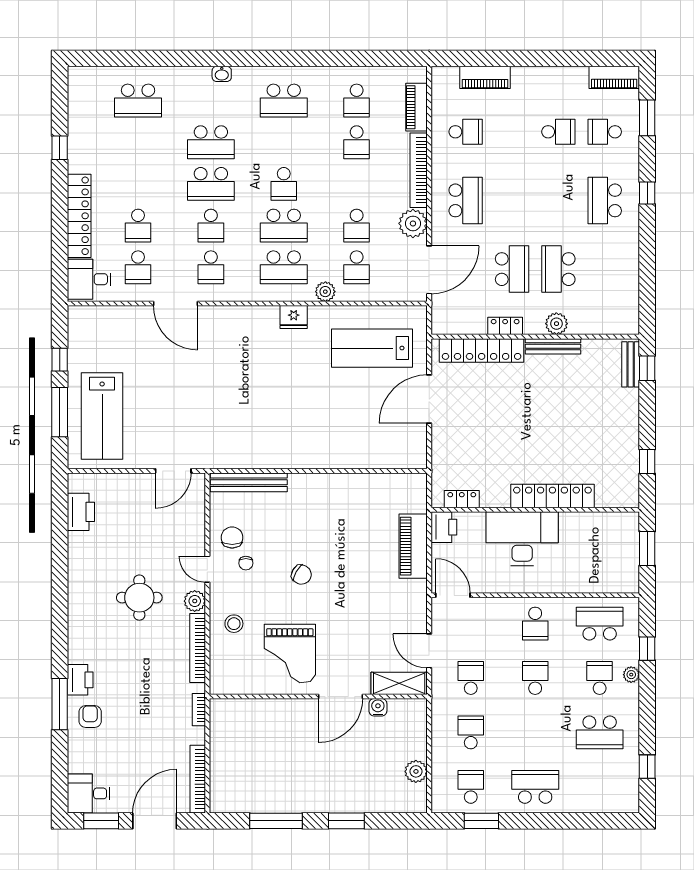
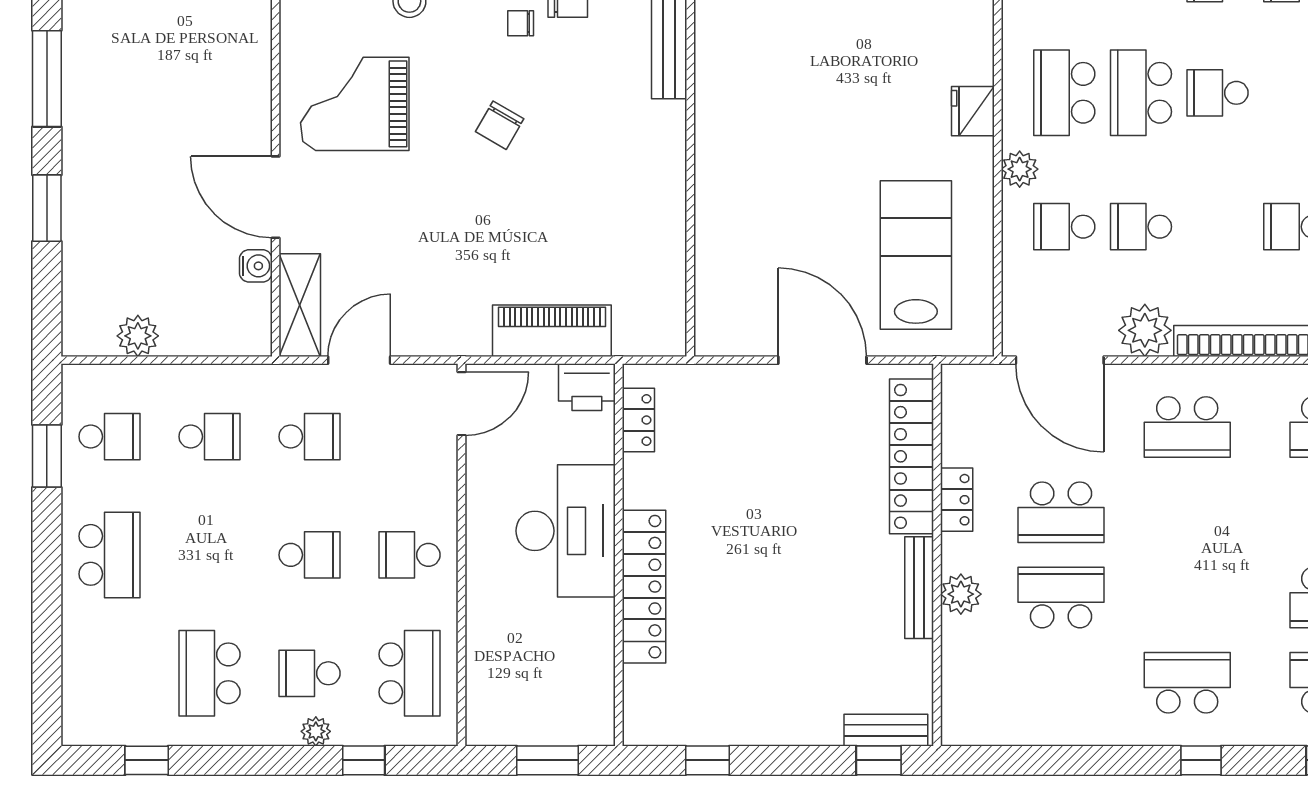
school desk: (600, 678) -> (310, 673), turned 180

